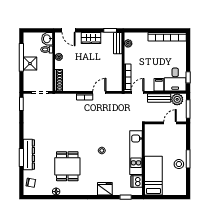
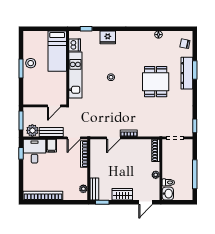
door: (68, 30) -> (146, 202), swing flipped
shower: (30, 64) -> (186, 168), removed
door: (170, 123) -> (54, 106), moved
dining table: (67, 166) -> (156, 82), moved

